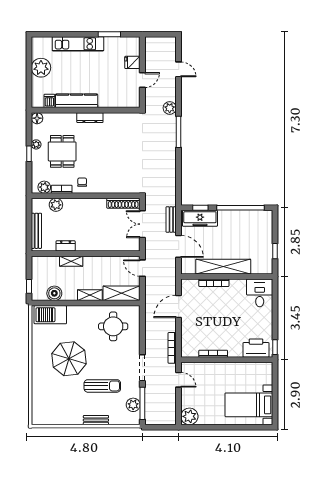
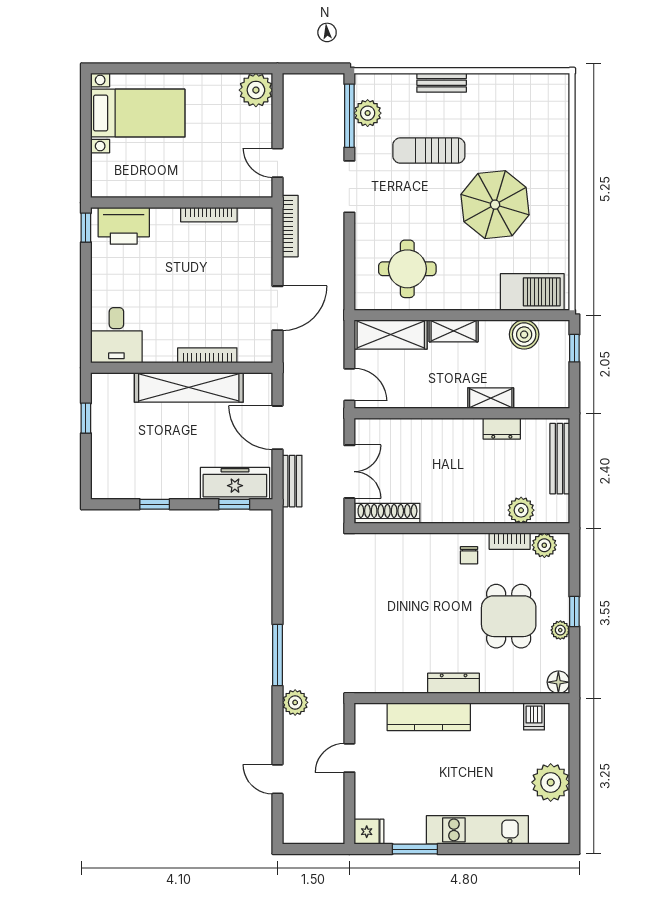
fridge: (132, 62) -> (369, 832), moved
kitchen counter: (77, 101) -> (429, 717), moved
window: (240, 208) -> (155, 504), width x0.32

